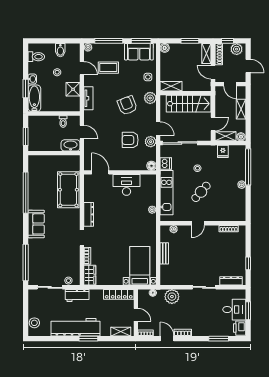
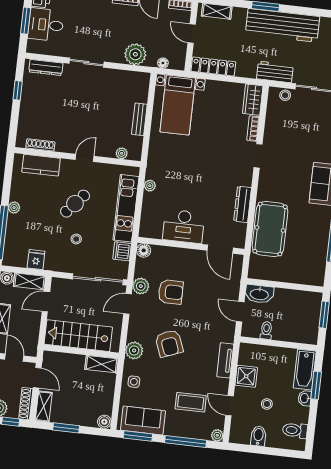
door: (158, 129) -> (128, 304), hinge flipped
dresser: (89, 214) -> (243, 204), moved
kitchen counter: (227, 215) -> (41, 165), added

